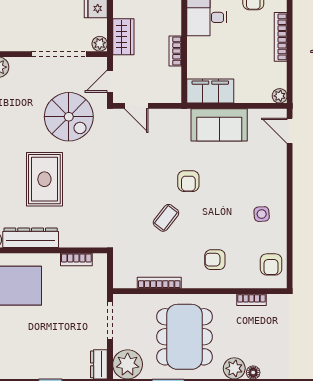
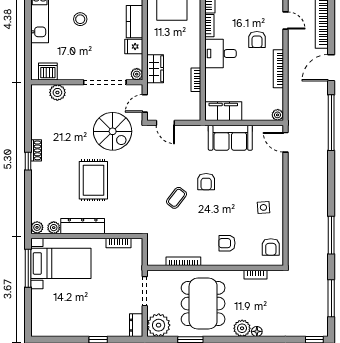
coffee table: (166, 218) -> (177, 198), moved

